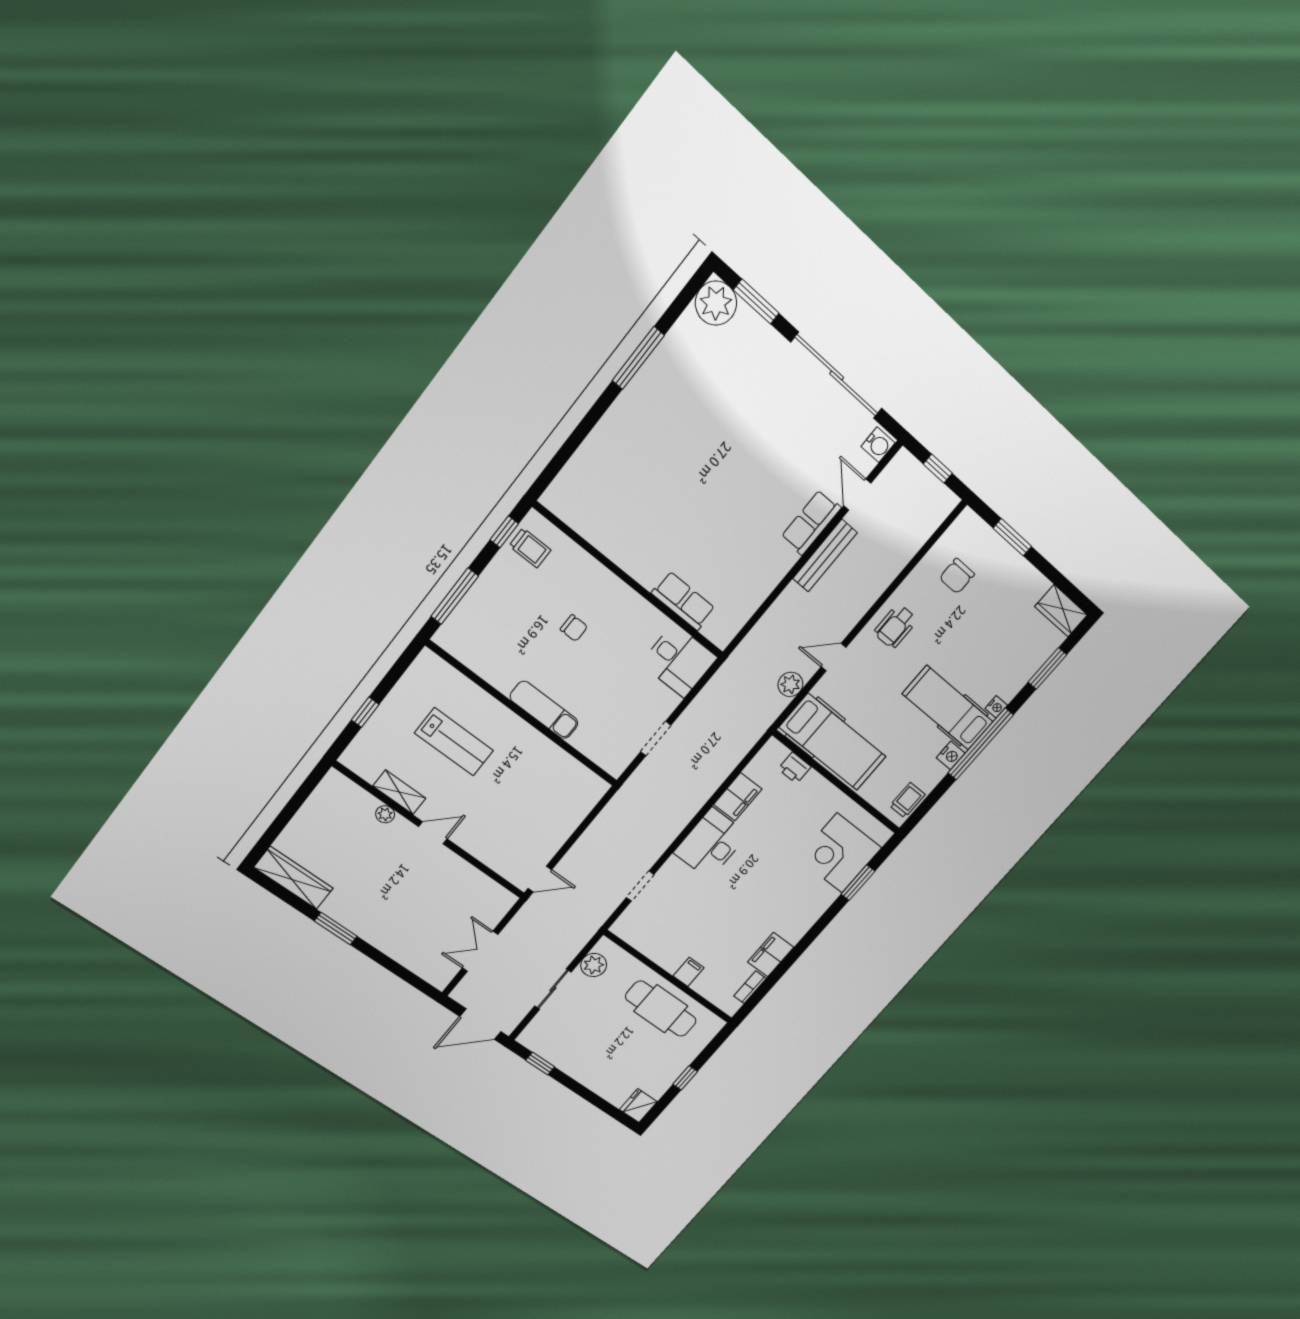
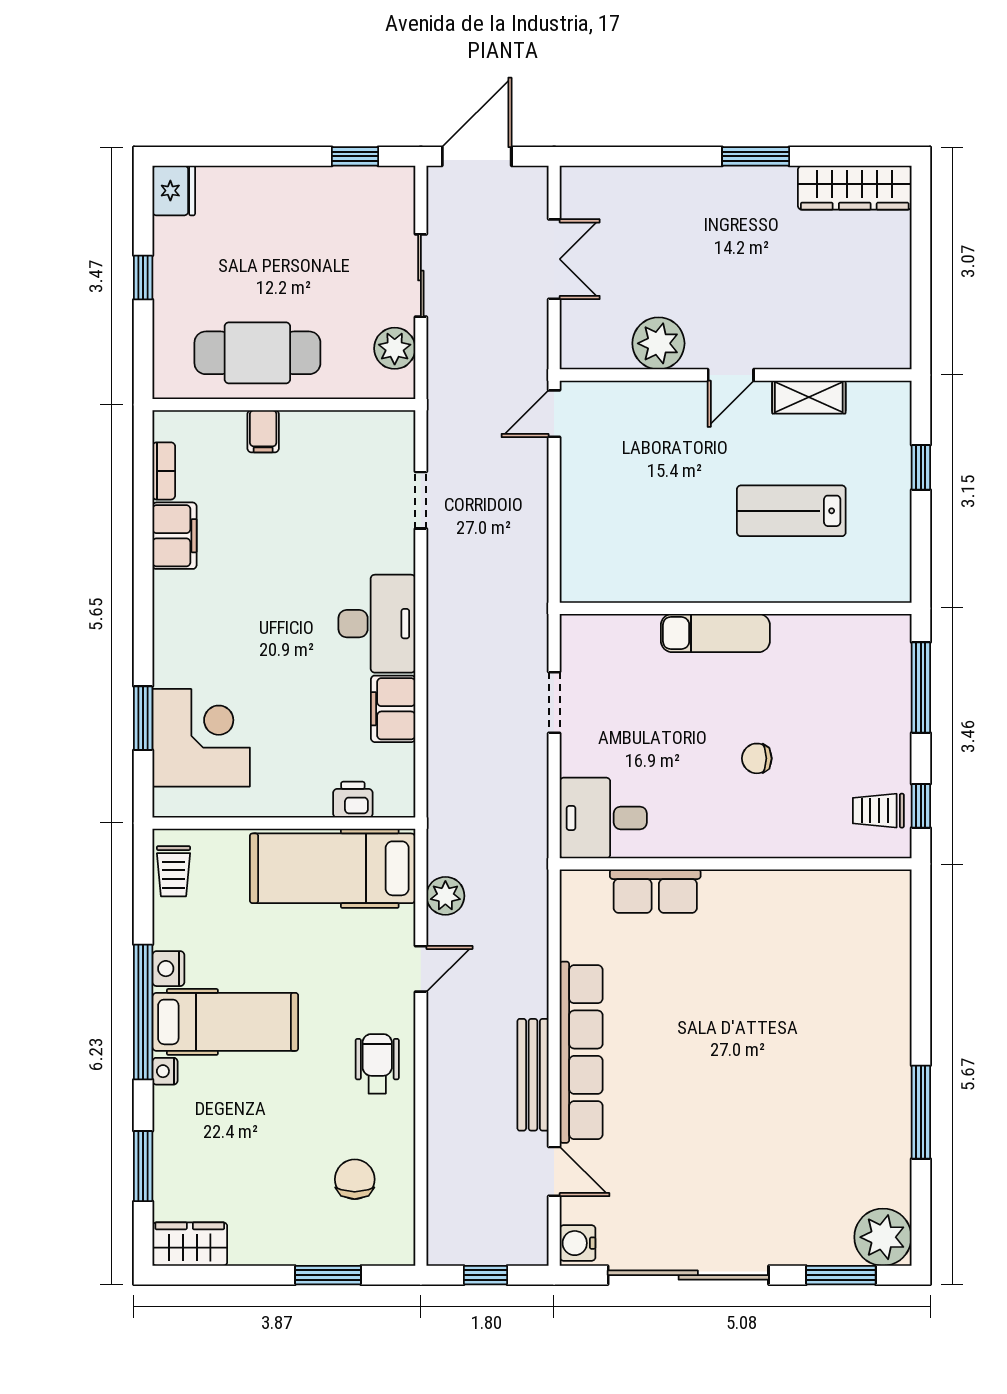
row of seats: (811, 522) -> (581, 1052), width x2.02
plant: (385, 814) -> (658, 343), moved, width x1.88, depth x1.88

